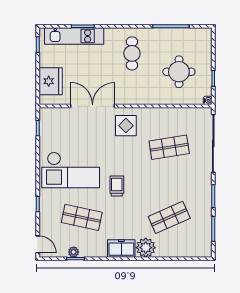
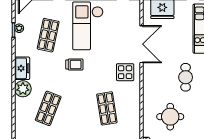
cafe table: (132, 53) -> (186, 77), turned 90
shop shelf: (169, 217) -> (48, 108), turned 45

